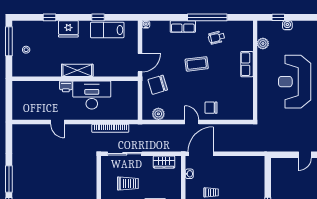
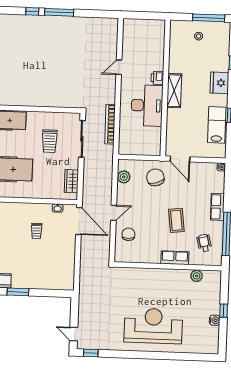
plant: (263, 44) -> (197, 276), moved
row of seats: (247, 64) -> (175, 258), moved
wall: (255, 70) -> (168, 266), moved

